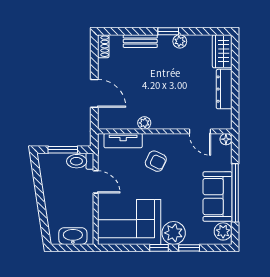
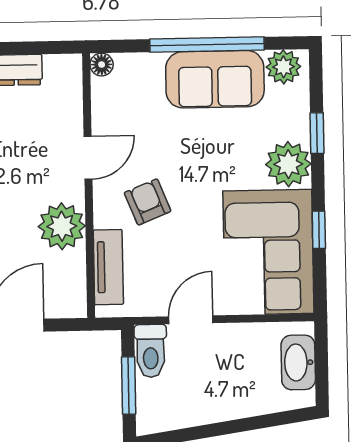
plant: (144, 123) -> (62, 226), width x1.87, depth x1.87
door: (200, 131) -> (88, 158), moved
armchair: (156, 161) -> (148, 202), turned -48
window: (159, 248) -> (319, 230), moved

